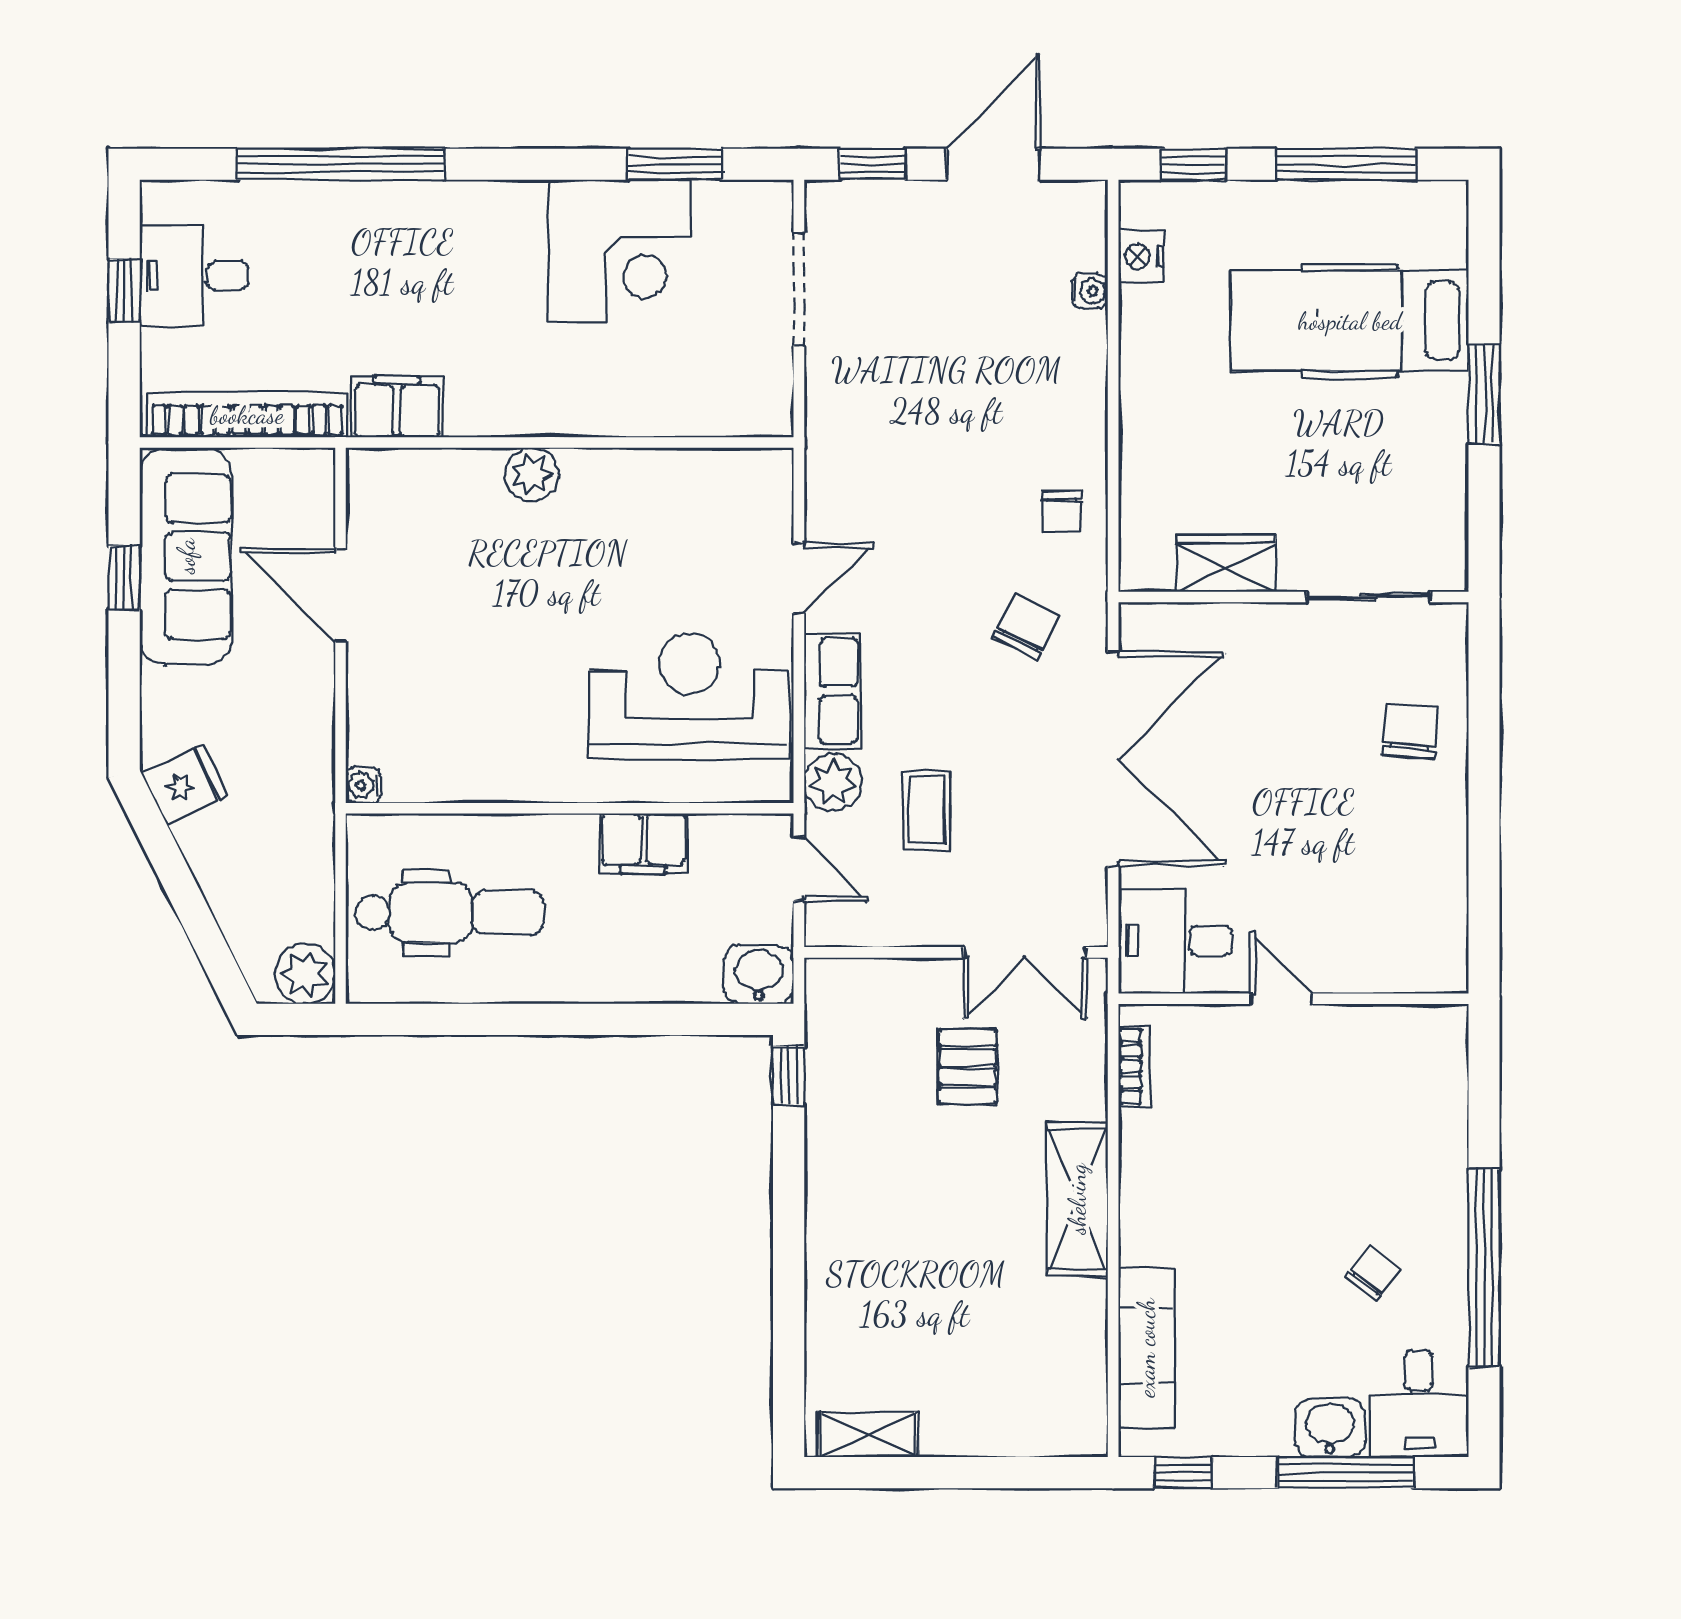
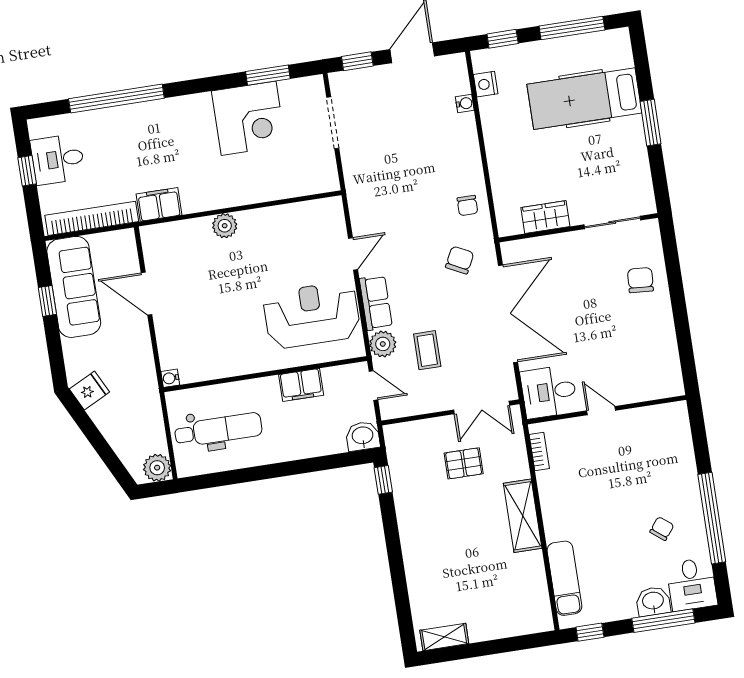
pallet: (967, 1067) -> (464, 463), turned 90

